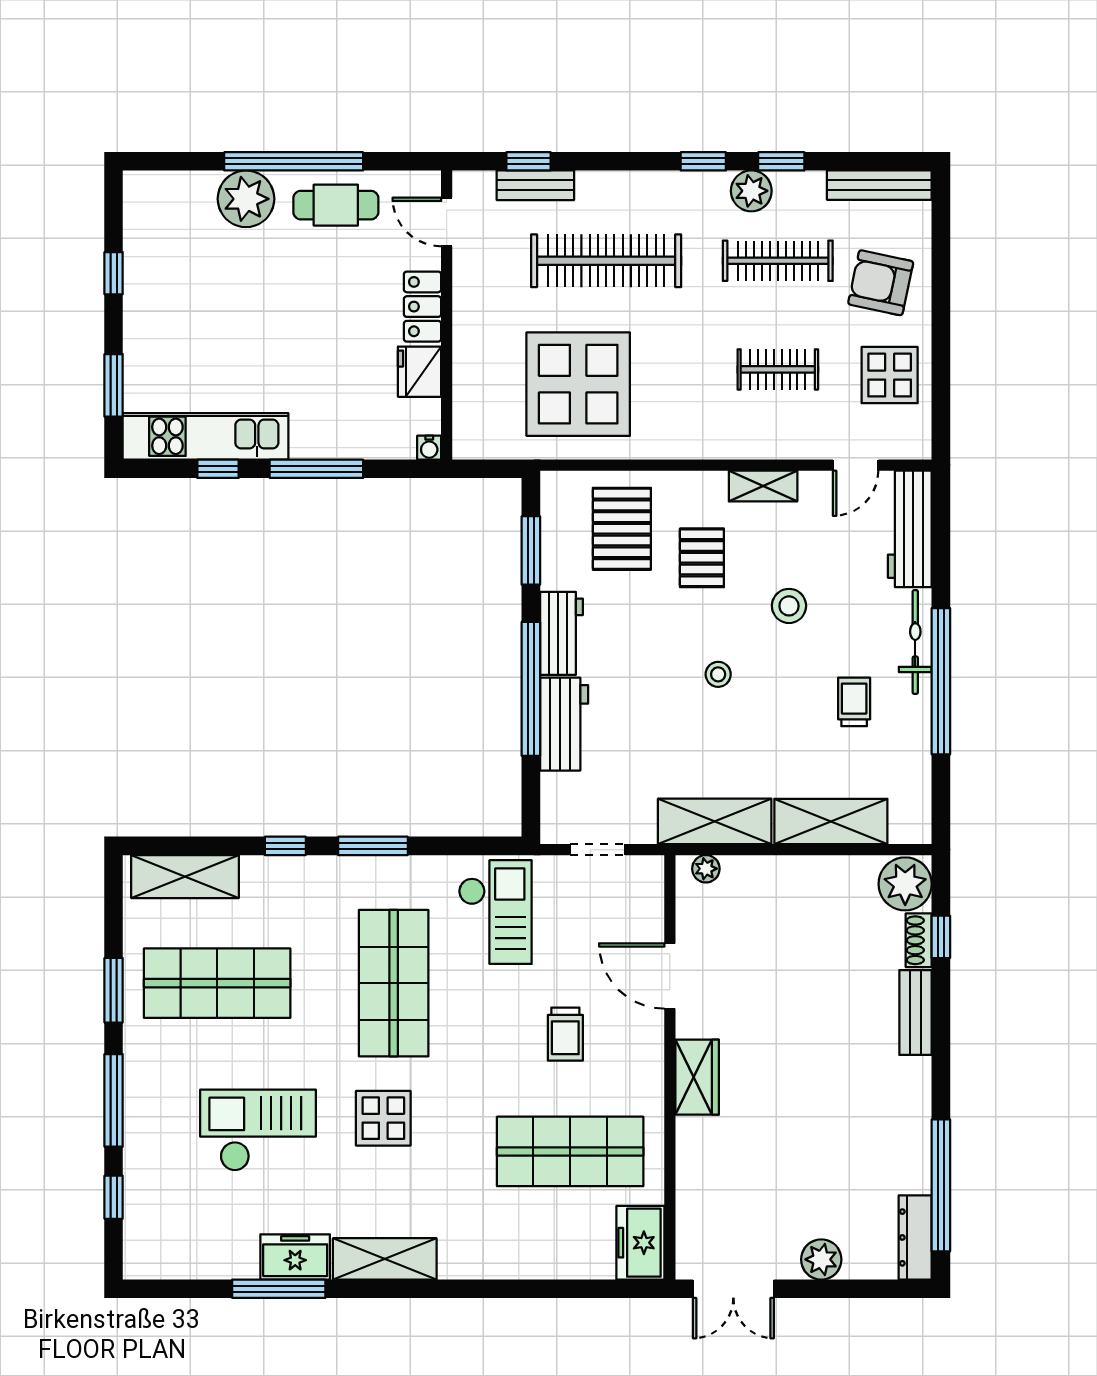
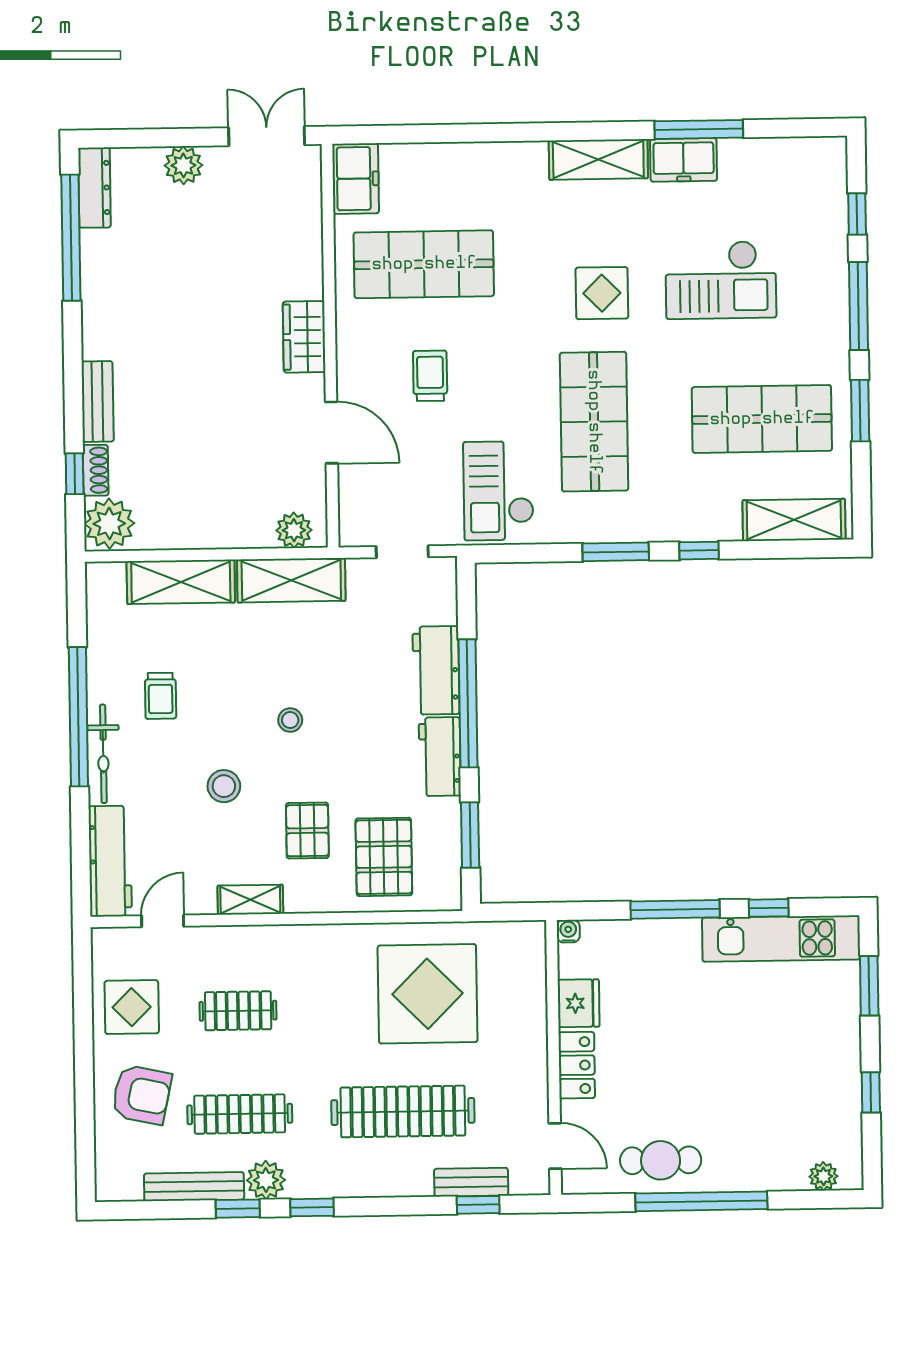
bench: (879, 185) -> (194, 1187), moved
plant: (246, 199) -> (823, 1176), moved, width x0.53, depth x0.53
plant: (706, 869) -> (294, 530), width x1.38, depth x1.38

